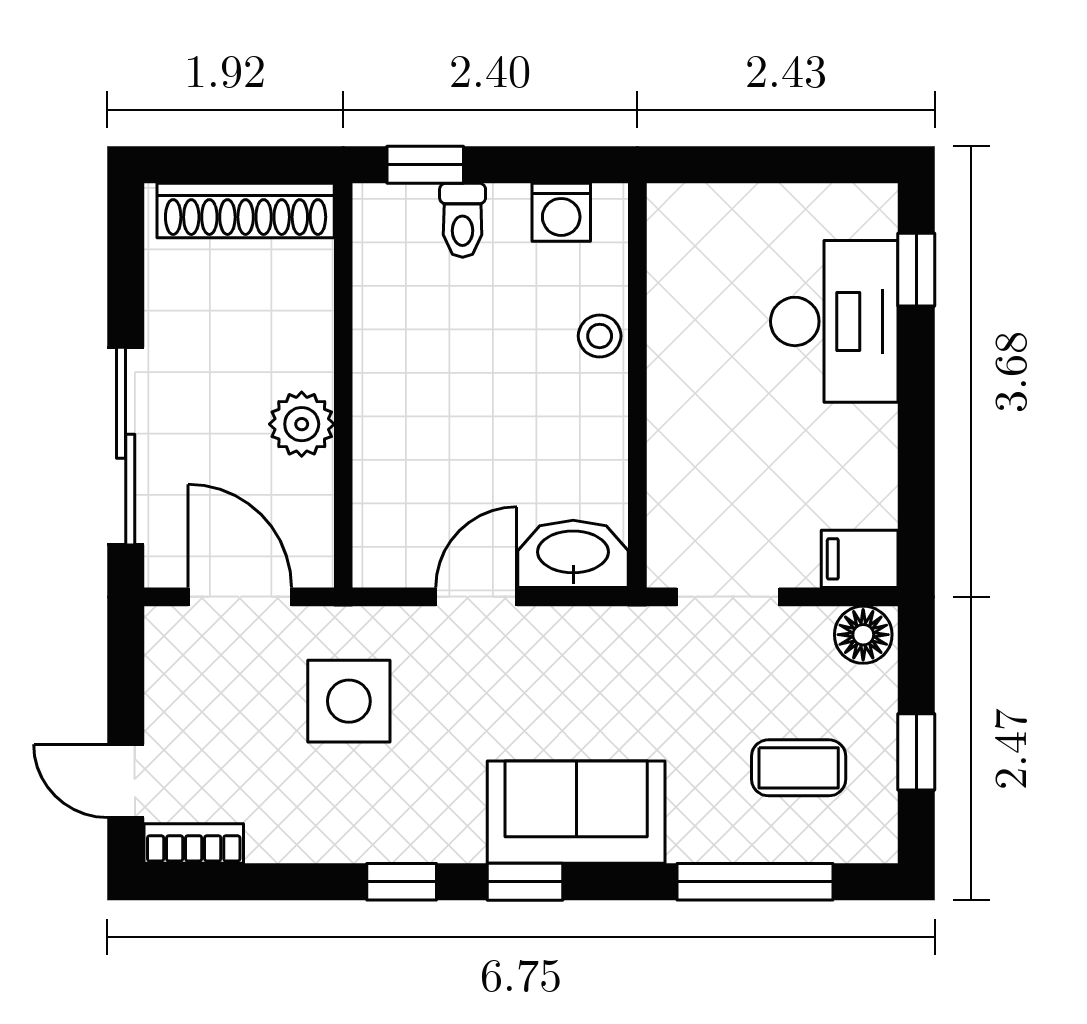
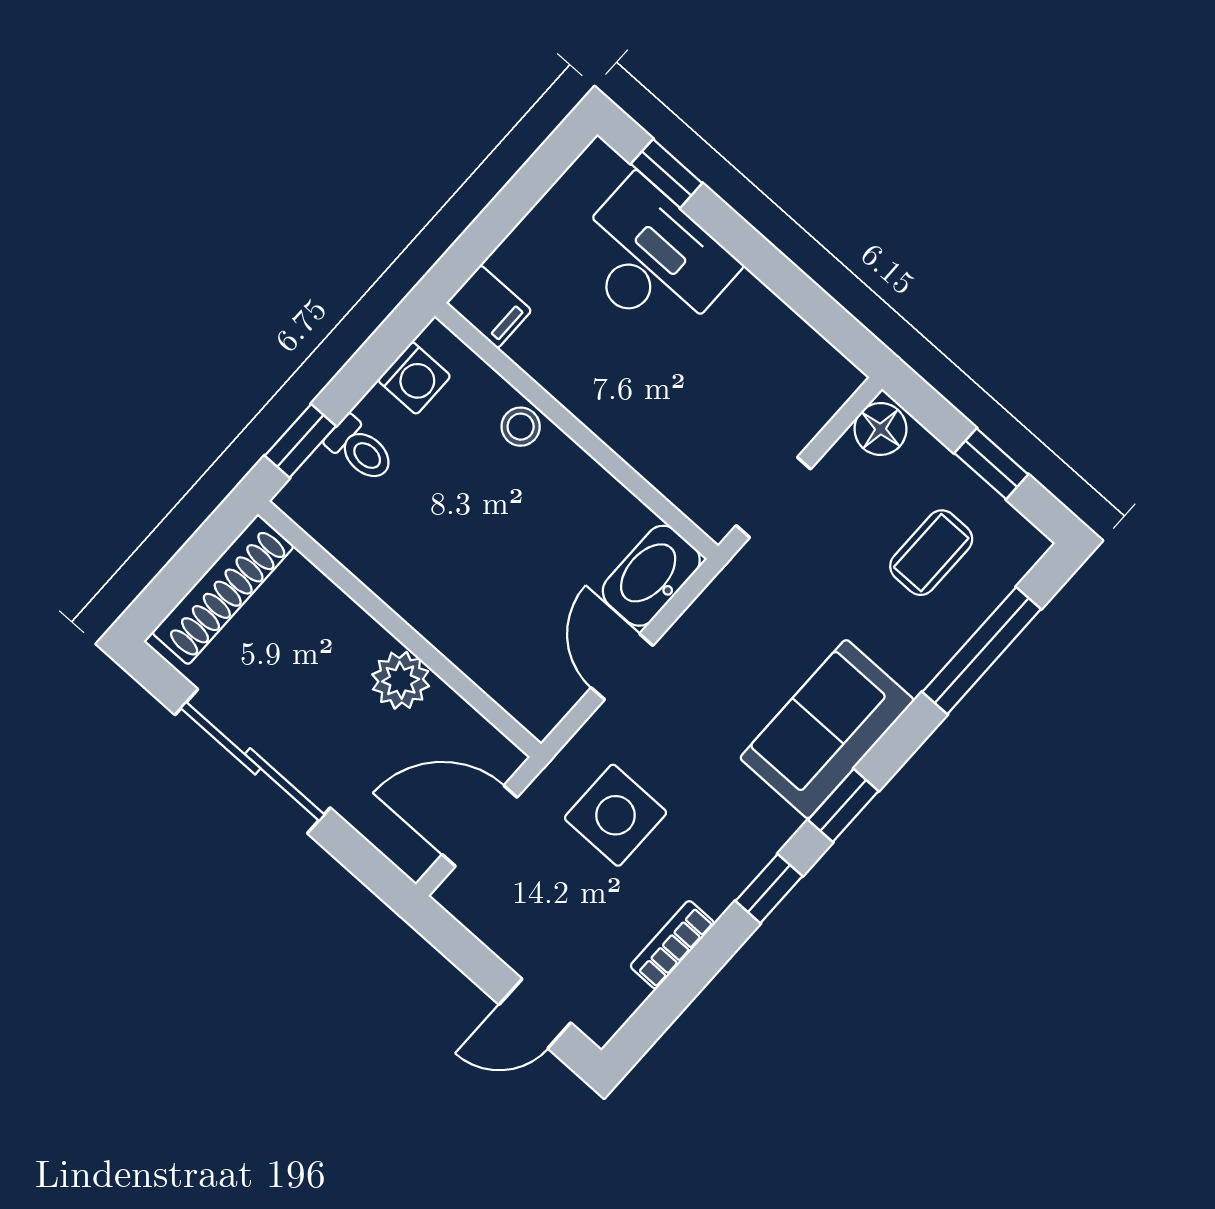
sliding door: (126, 446) -> (253, 761), moved
filing cabinet: (860, 559) -> (489, 307), moved, turned -90
bookcase: (194, 844) -> (672, 945), moved

